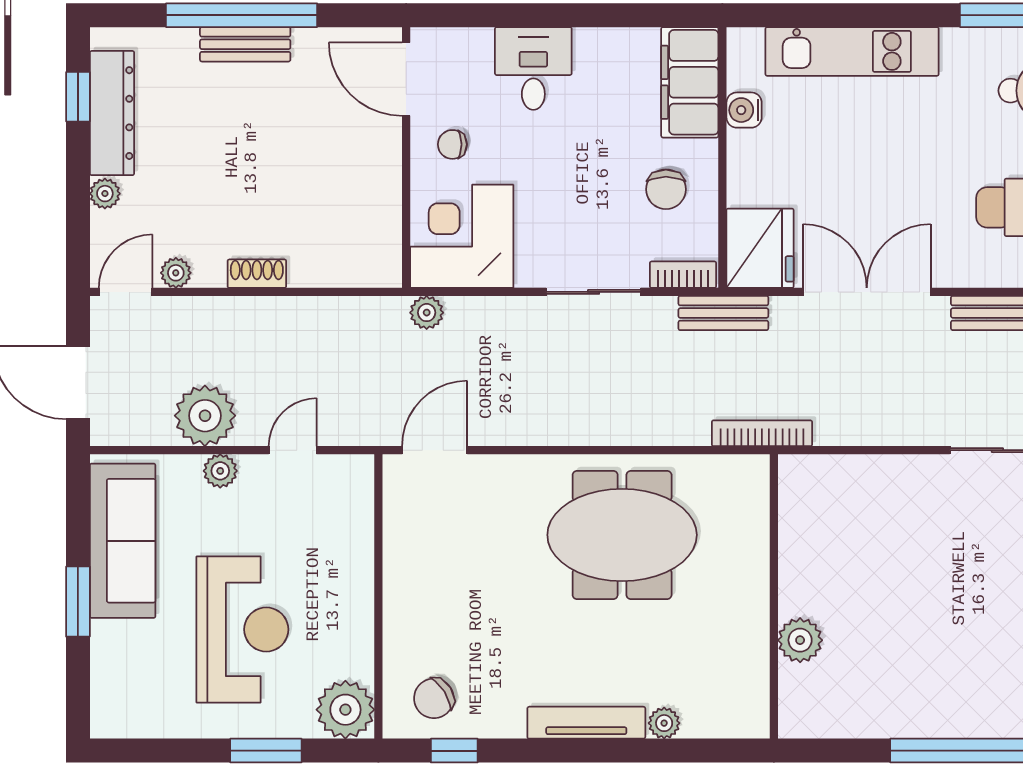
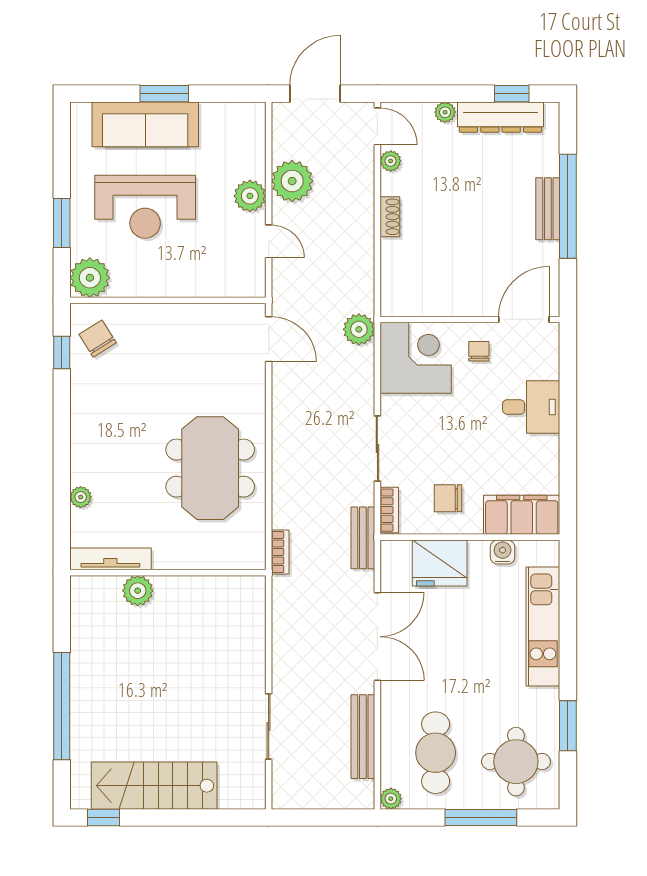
fridge: (760, 248) -> (440, 563), moved
plant: (427, 313) -> (359, 329), width x1.38, depth x1.38
bookcase: (762, 433) -> (280, 552), width x0.64
plant: (220, 471) -> (250, 196), width x1.38, depth x1.38
sofa: (123, 541) -> (145, 124), moved
tv unit: (586, 723) -> (110, 559), moved, turned -90

